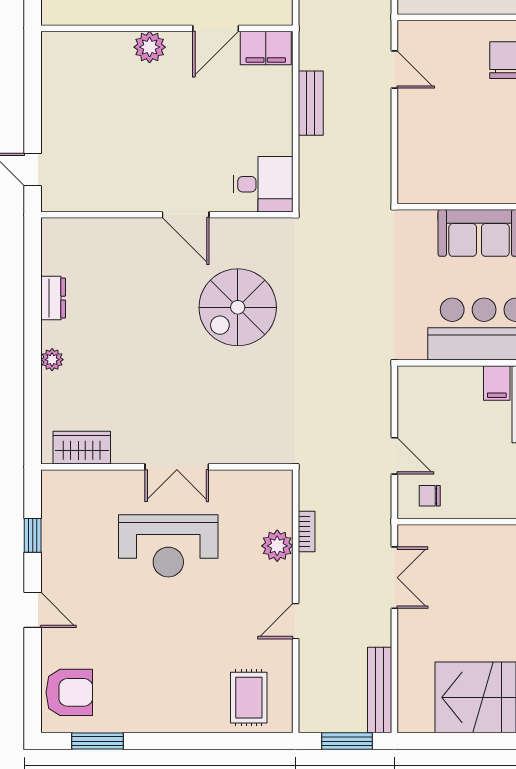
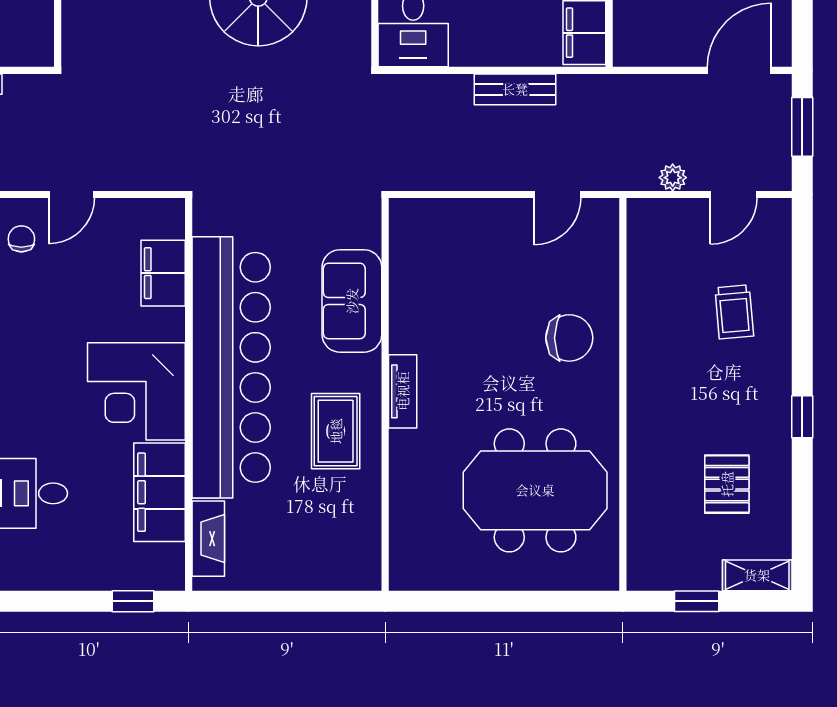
filing cabinet: (497, 383) -> (163, 273), moved, width x2.00

